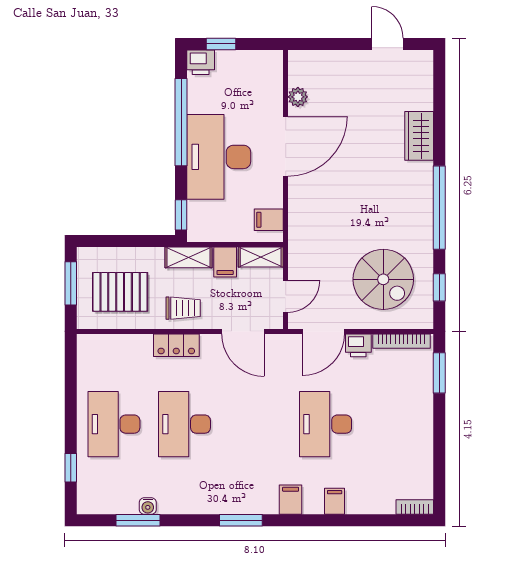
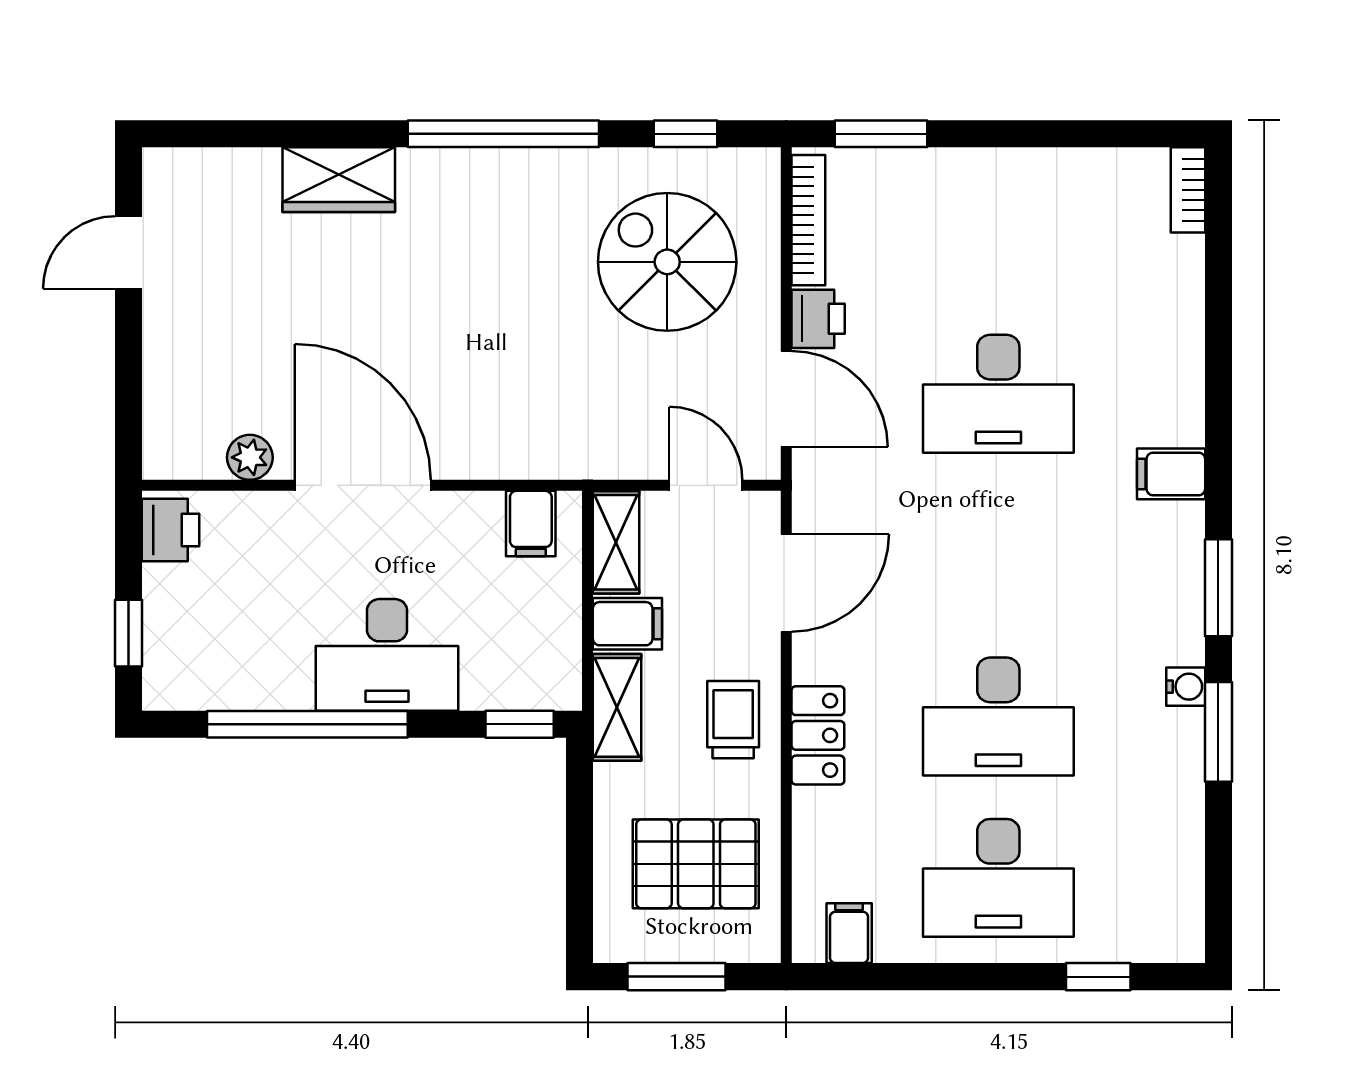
printer: (201, 62) -> (171, 530), moved
desk: (219, 157) -> (387, 655), width x0.73, depth x0.77
spiral stairs: (383, 279) -> (667, 262), turned -90
pallet: (120, 292) -> (696, 864), turned 90
filing cabinet: (335, 501) -> (849, 933), moved, turned 90
water cooler: (148, 506) -> (1186, 687), moved
window: (138, 520) -> (1218, 732), moved

